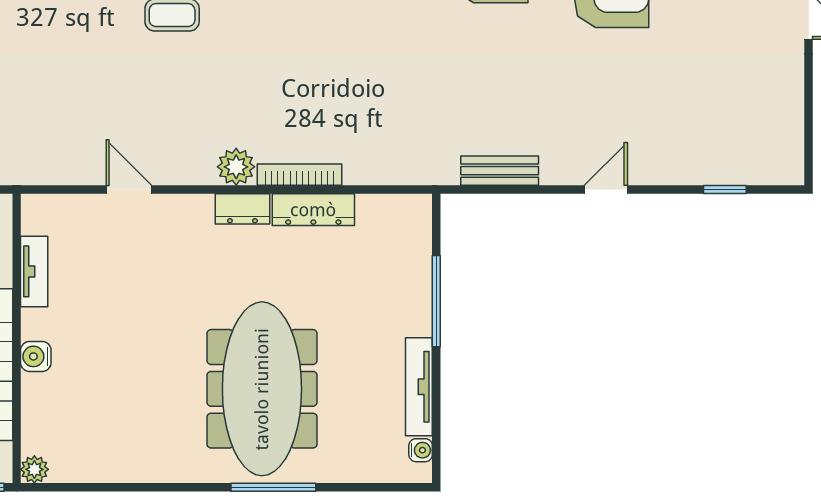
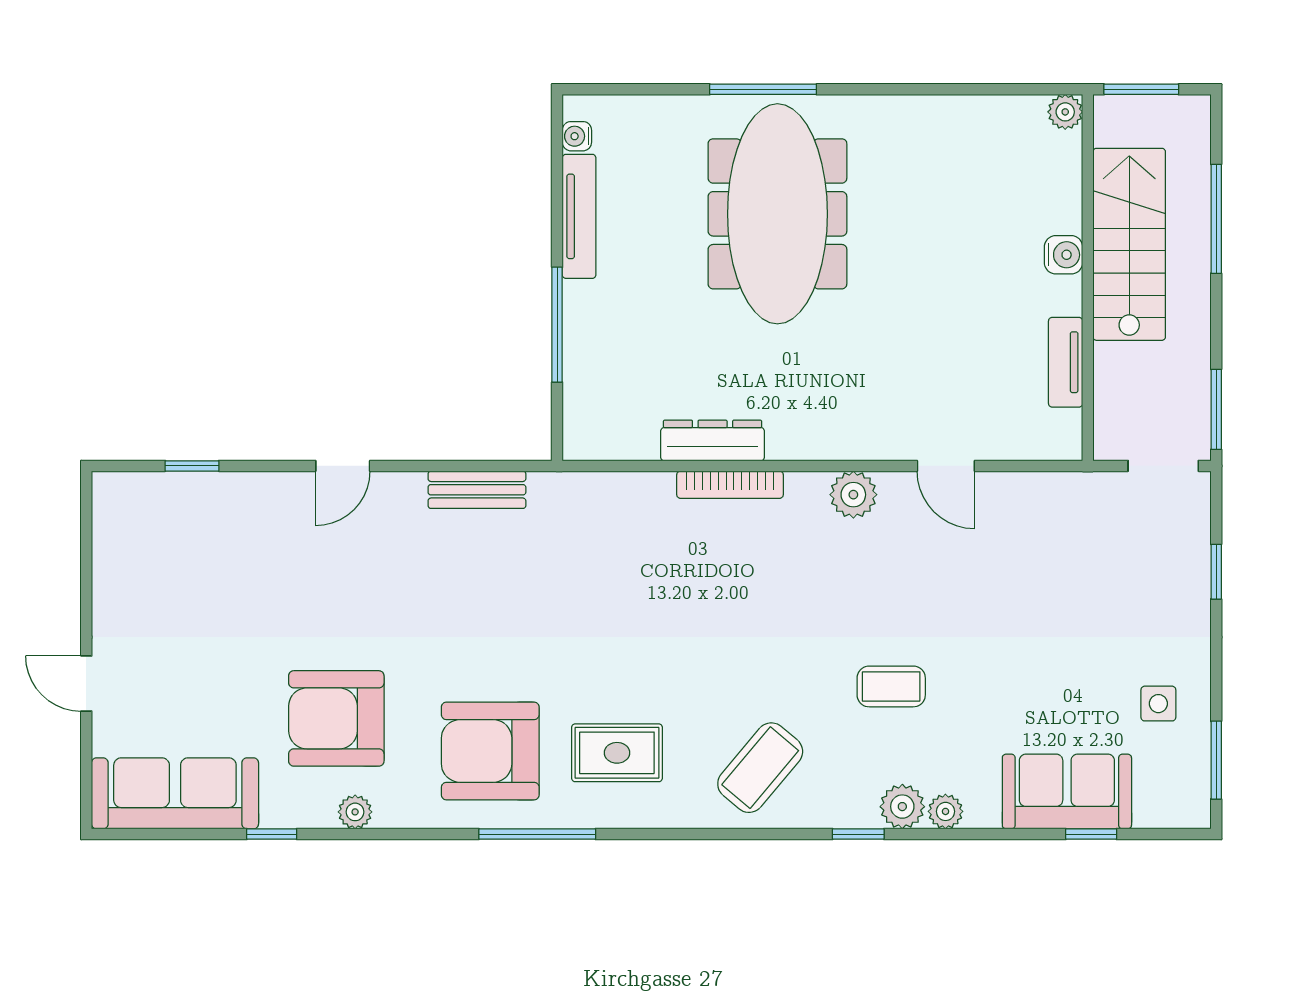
plant: (236, 167) -> (853, 495), moved
dresser: (242, 209) -> (802, 441), removed

